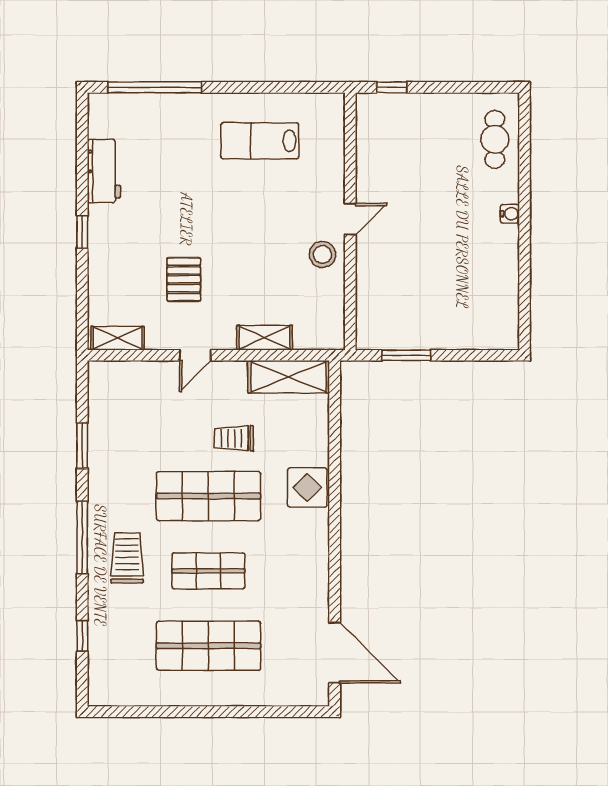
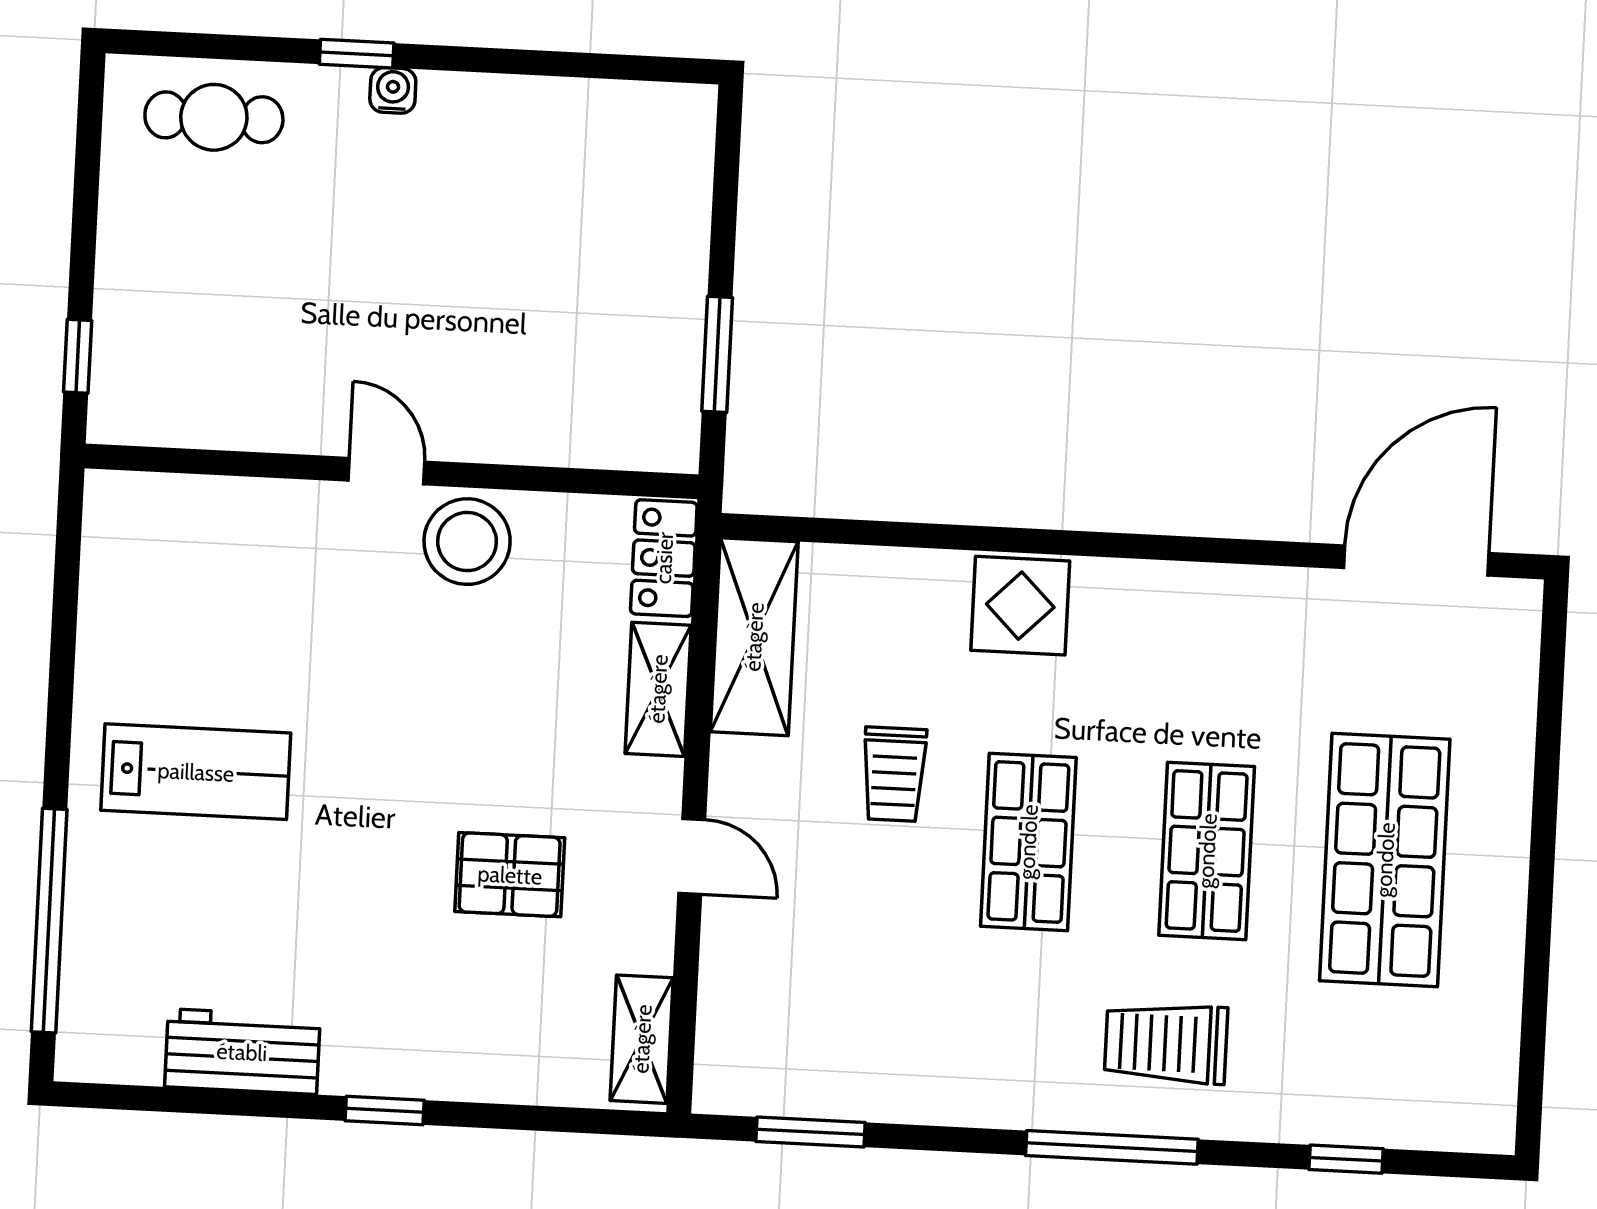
lab bench: (260, 141) -> (196, 772), moved, turned -90
window: (525, 198) -> (357, 54), added
stool: (322, 254) -> (467, 542), width x1.38, depth x1.38
locker: (320, 337) -> (664, 558), added
window: (82, 446) -> (810, 1132), moved
shop shelf: (208, 496) -> (1028, 842), width x0.70, depth x0.74

